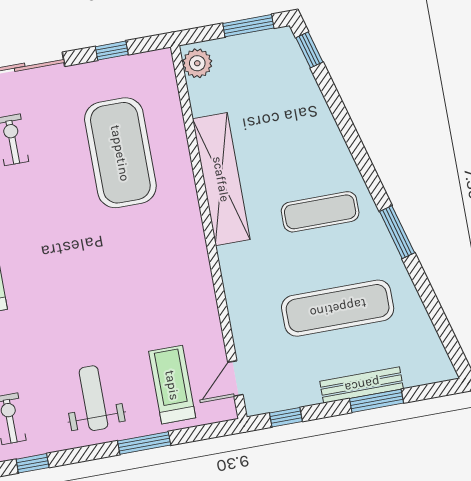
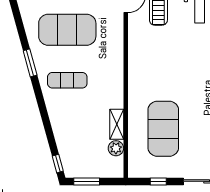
plant: (197, 63) -> (116, 148), moved
shelving: (221, 179) -> (117, 124), width x0.45, depth x0.75
exercise mat: (338, 308) -> (67, 30), width x1.47

